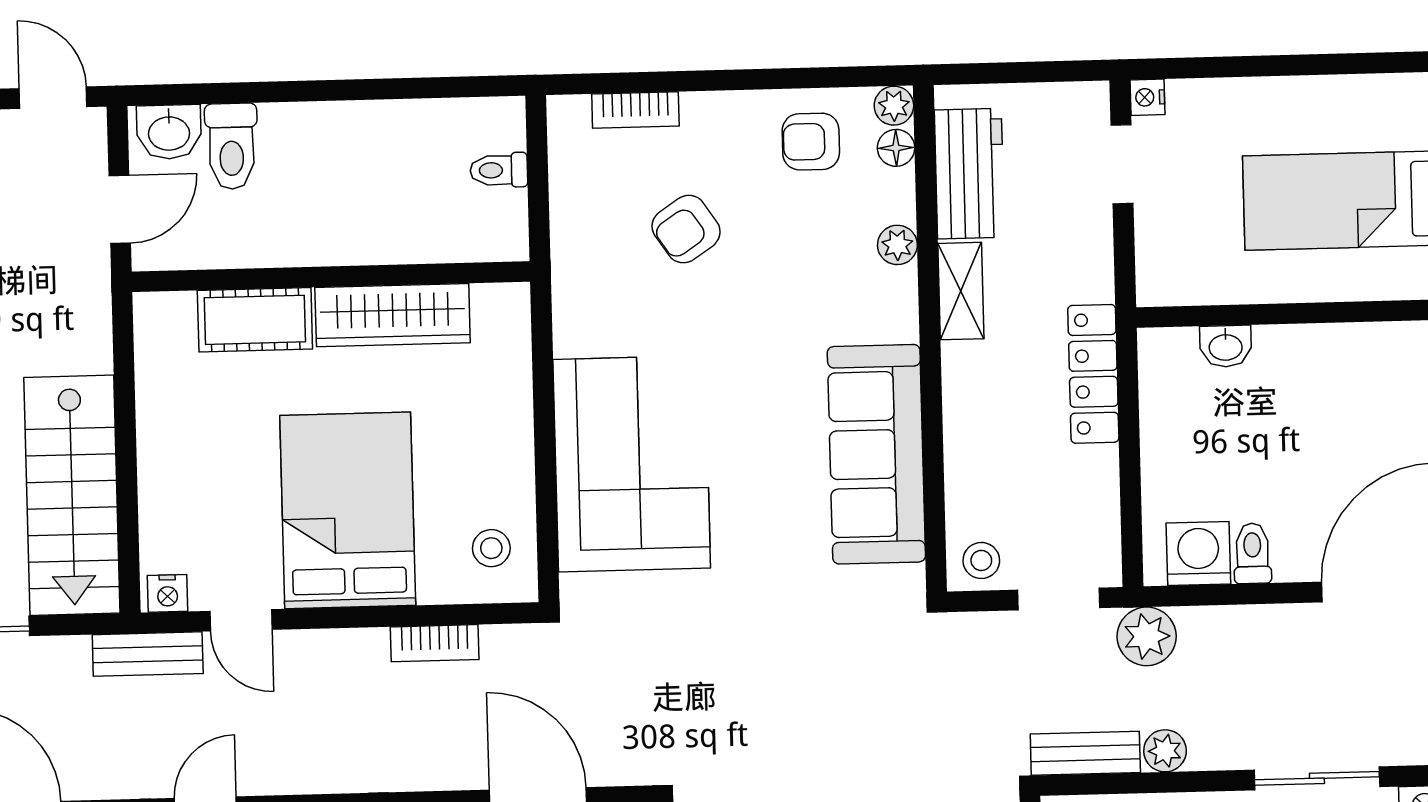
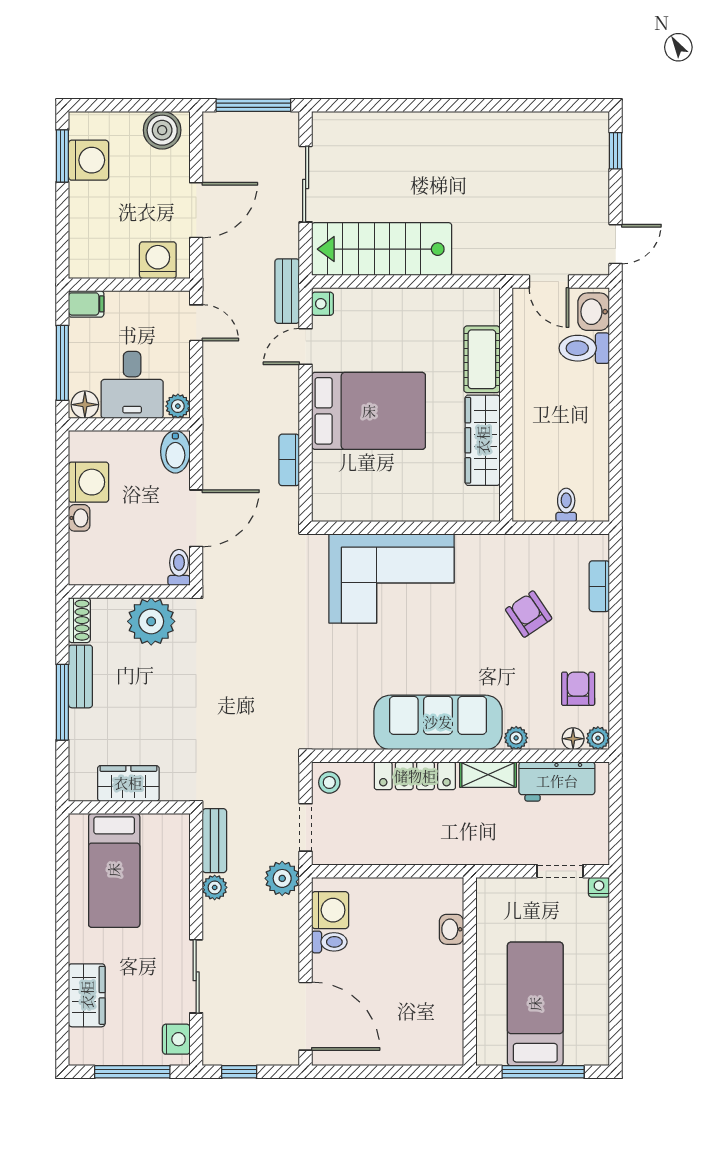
locker: (1093, 374) -> (415, 776), moved, turned 180
sofa: (876, 454) -> (438, 722), moved
stool: (491, 548) -> (344, 495), removed

